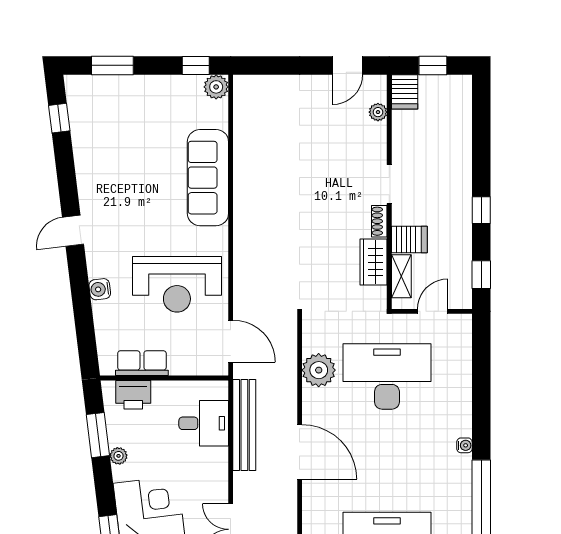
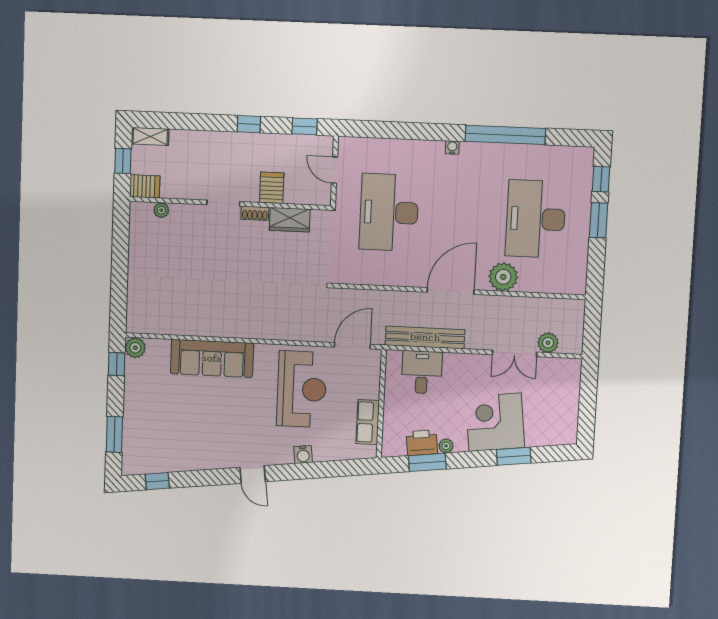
door: (347, 65) -> (121, 235), removed
shelving: (401, 276) -> (150, 136), moved
plant: (319, 370) -> (503, 277), moved
printer: (133, 395) -> (422, 443), moved, turned -97

